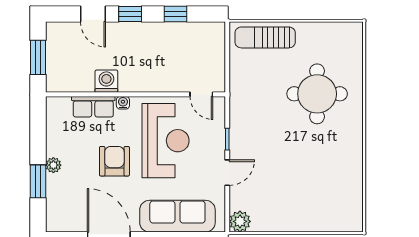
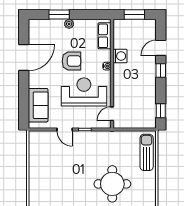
window: (176, 14) -> (161, 111), moved
row of seats: (93, 107) -> (105, 36), moved
reception desk: (166, 141) -> (84, 92), turned 180
sofa: (177, 216) -> (38, 105), width x0.73
plant: (240, 221) -> (35, 137), removed

